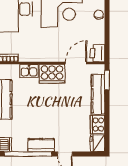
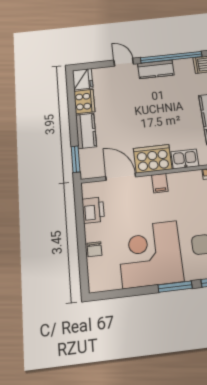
printer: (97, 53) -> (93, 210), moved
filing cabinet: (49, 55) -> (160, 183), added
door: (76, 63) -> (121, 177), swing flipped
kitchen counter: (98, 94) -> (86, 131), width x0.67

